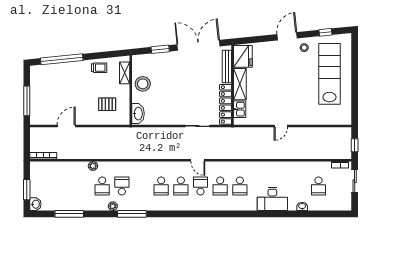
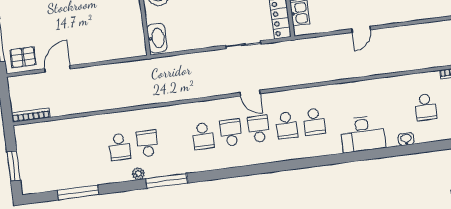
pallet: (107, 104) -> (23, 57), moved
plant: (93, 166) -> (103, 120), removed
school desk: (181, 186) -> (231, 133), turned 180
washbasin: (35, 204) -> (29, 185), removed

